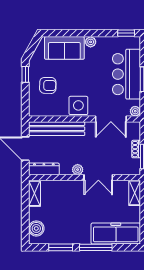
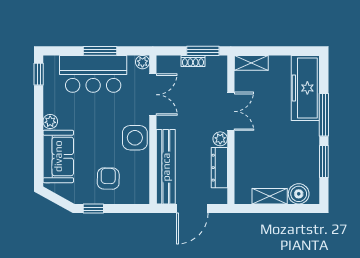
dresser: (44, 169) -> (219, 168), moved
shelving: (34, 193) -> (270, 196), moved

